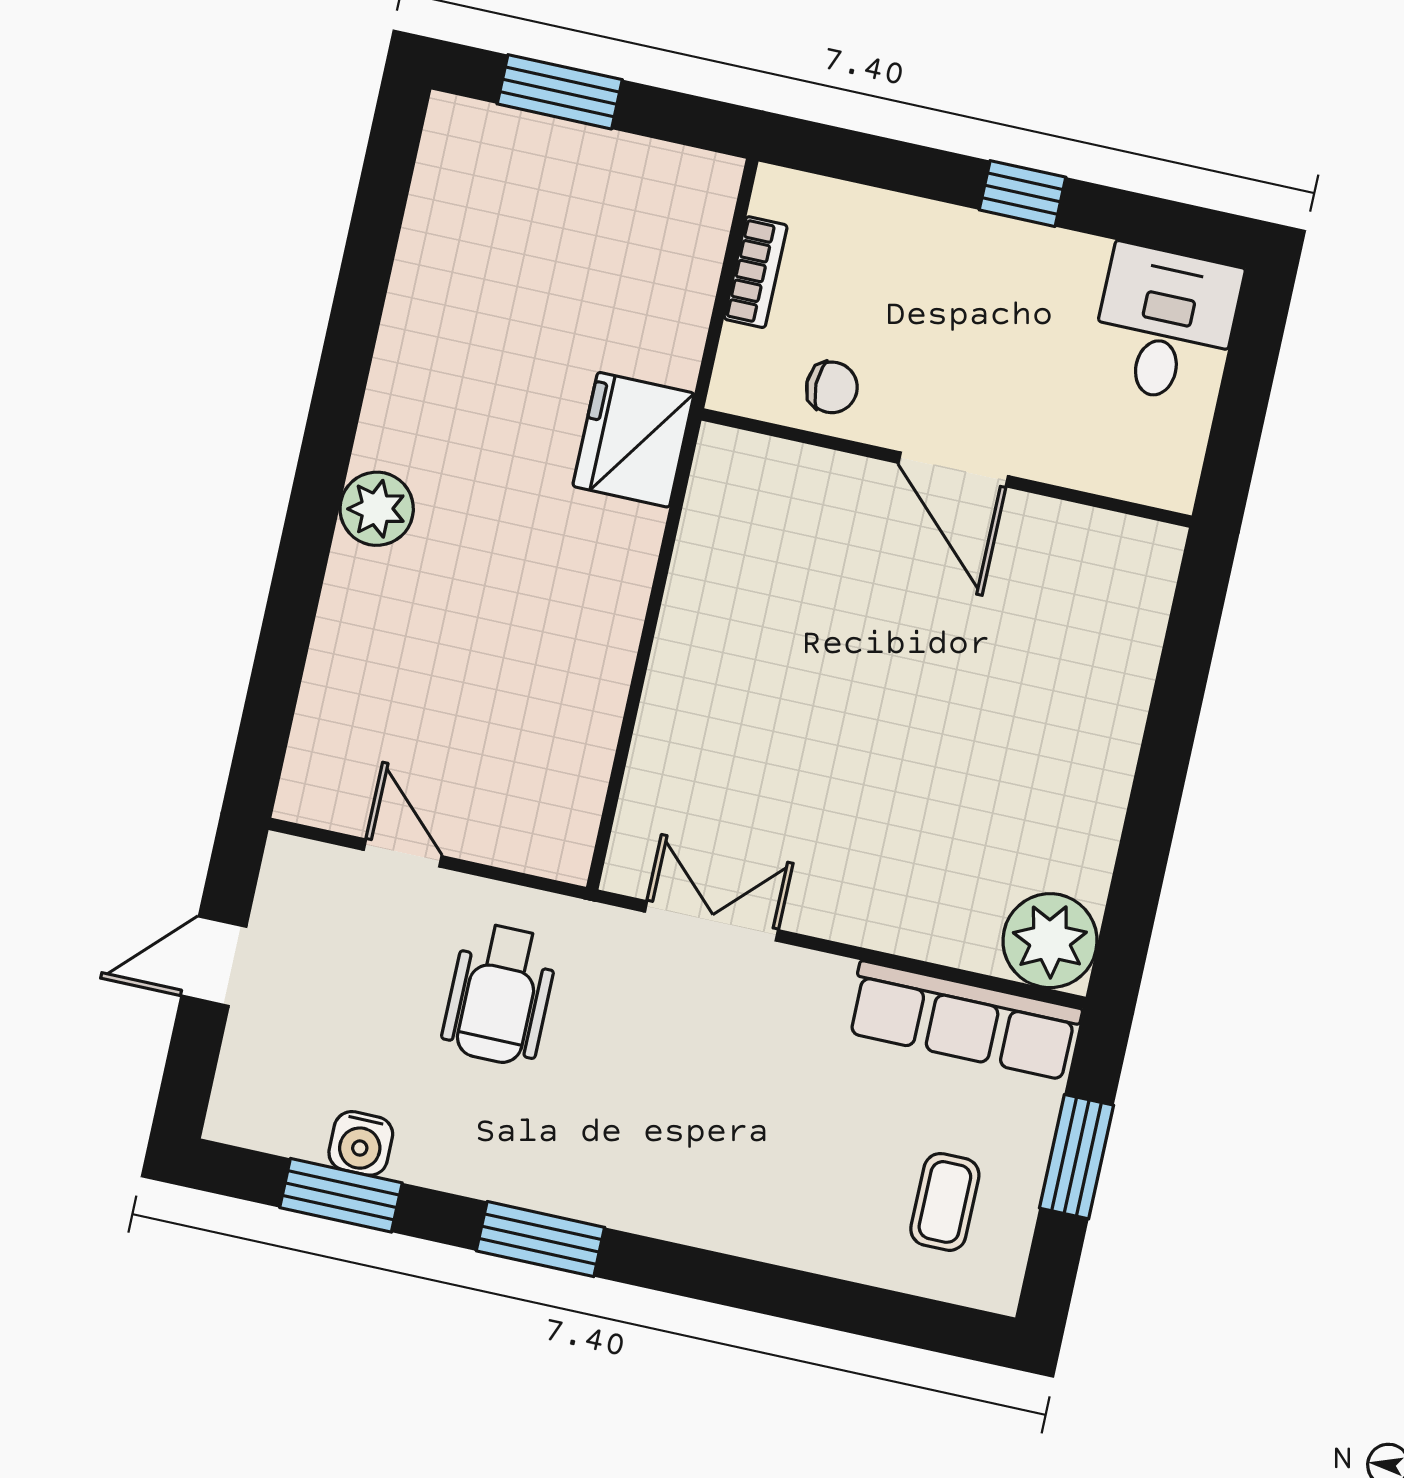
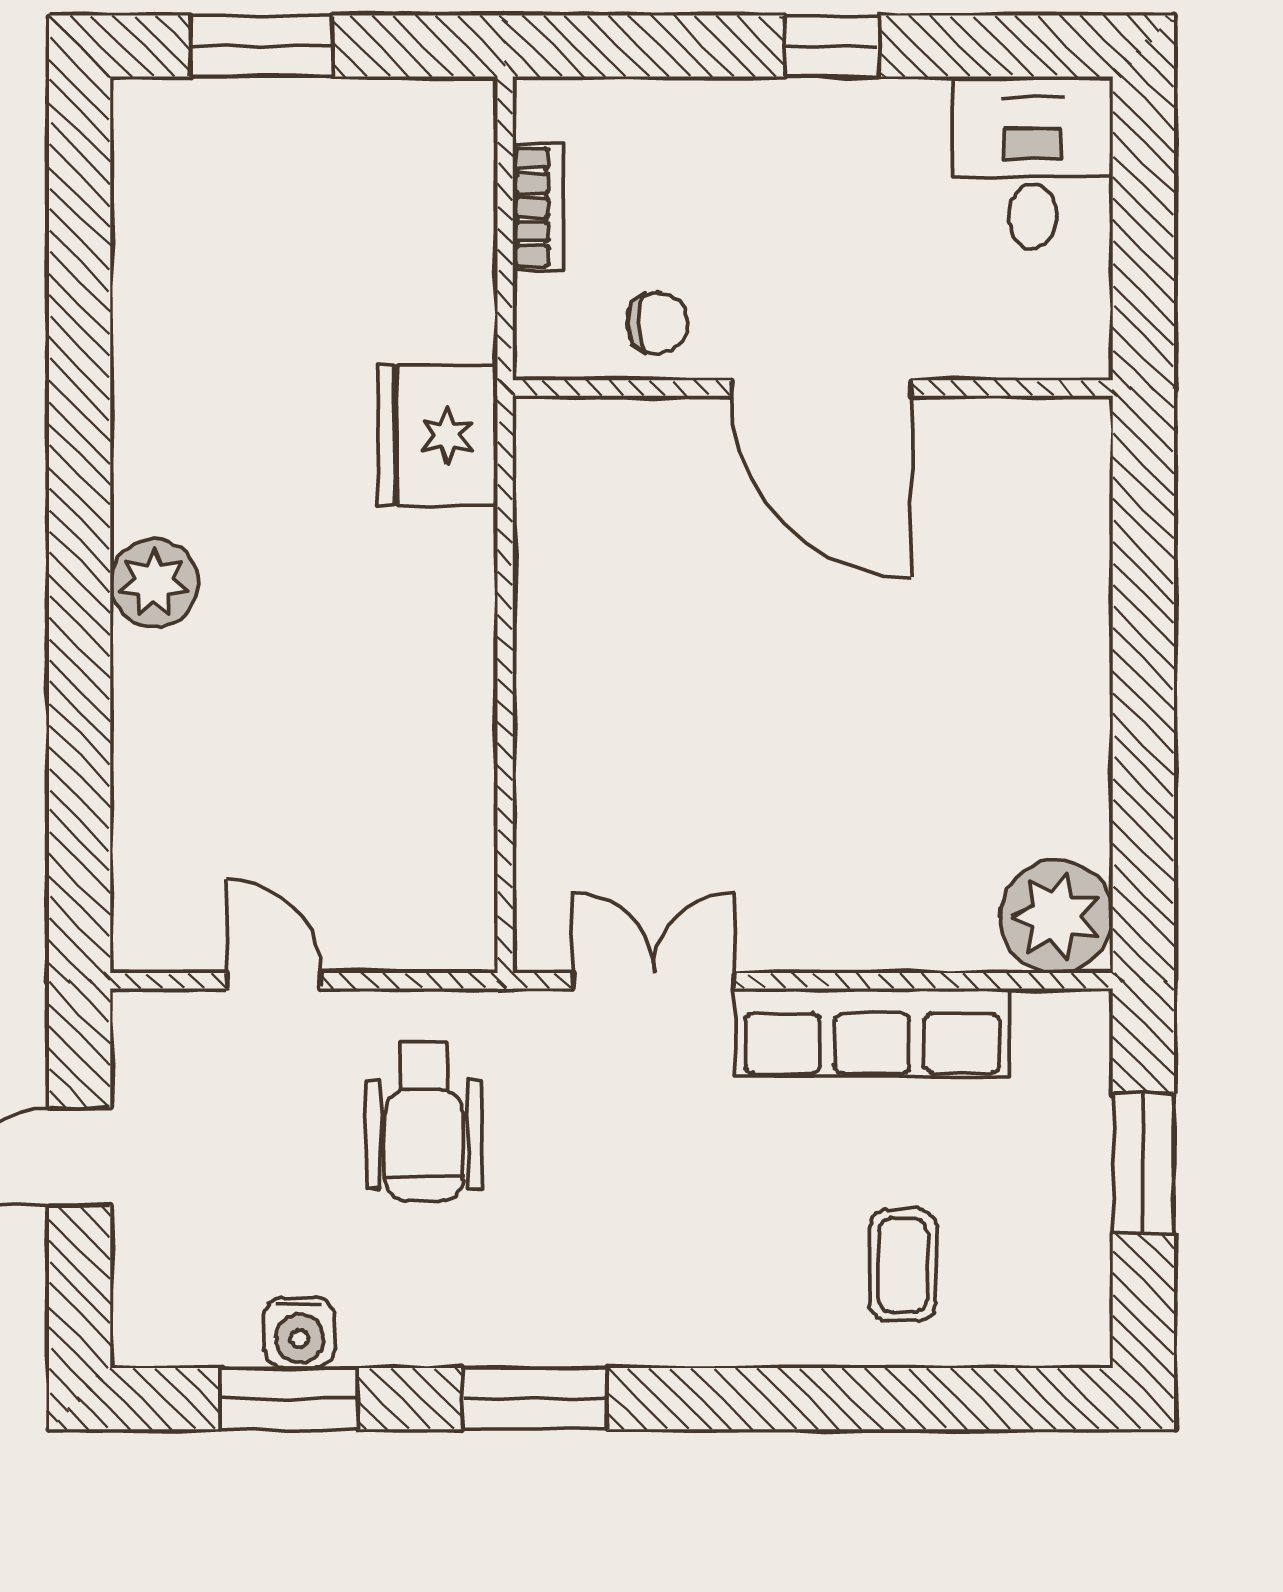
door: (953, 469) -> (821, 388), width x1.36
row of seats: (964, 1021) -> (872, 1033), moved
coffee table: (945, 1202) -> (903, 1265), moved

